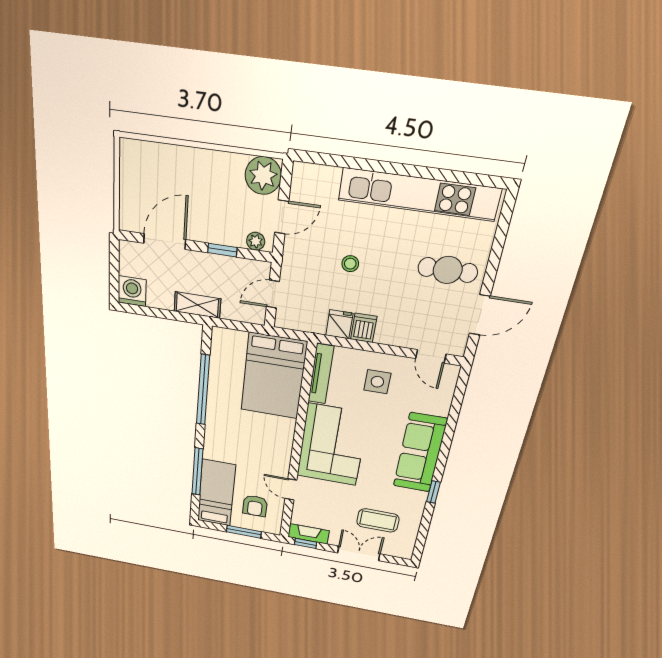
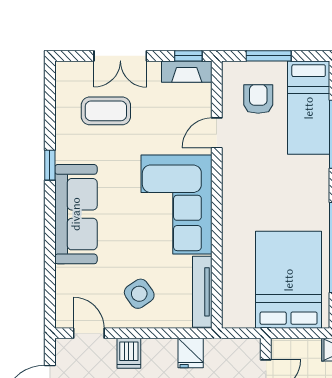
dishwasher: (364, 328) -> (129, 353), moved
bed: (274, 376) -> (289, 280), moved
side table: (377, 382) -> (139, 294), turned -35
door: (291, 489) -> (217, 133), swing flipped

